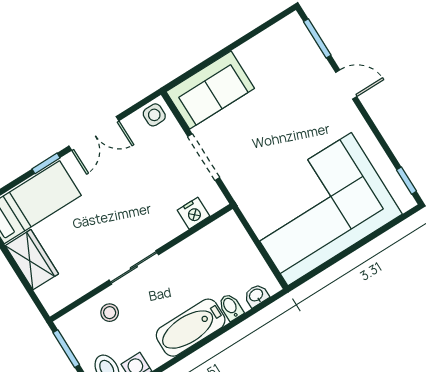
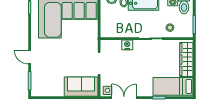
double door: (94, 133) -> (124, 98), moved
nightstand: (193, 213) -> (127, 45), moved
wardrobe: (32, 260) -> (186, 59), width x1.50

